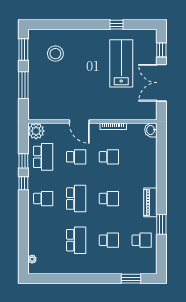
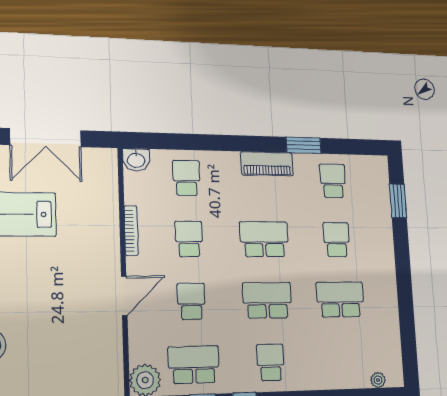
school desk: (142, 157) -> (186, 178), added
school desk: (109, 199) -> (264, 239), width x1.85

